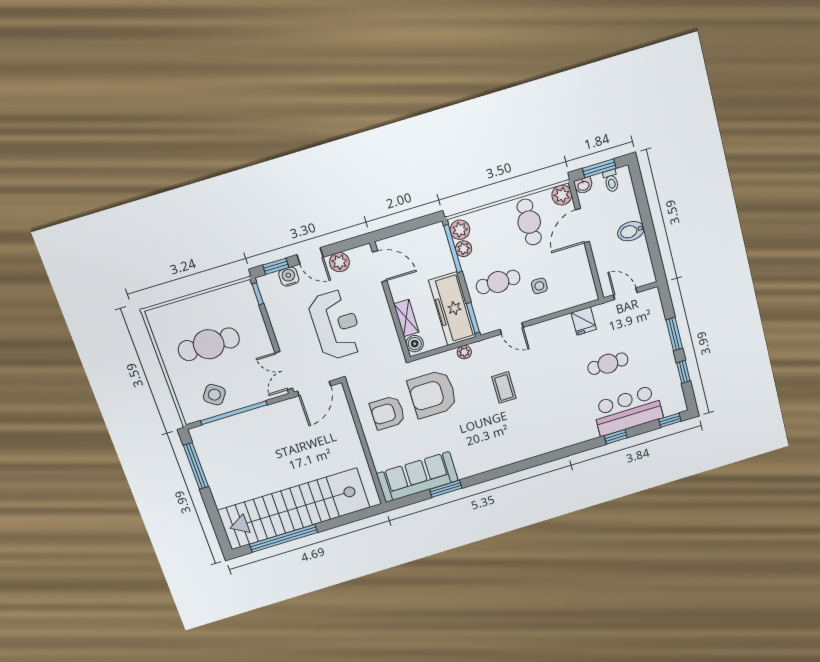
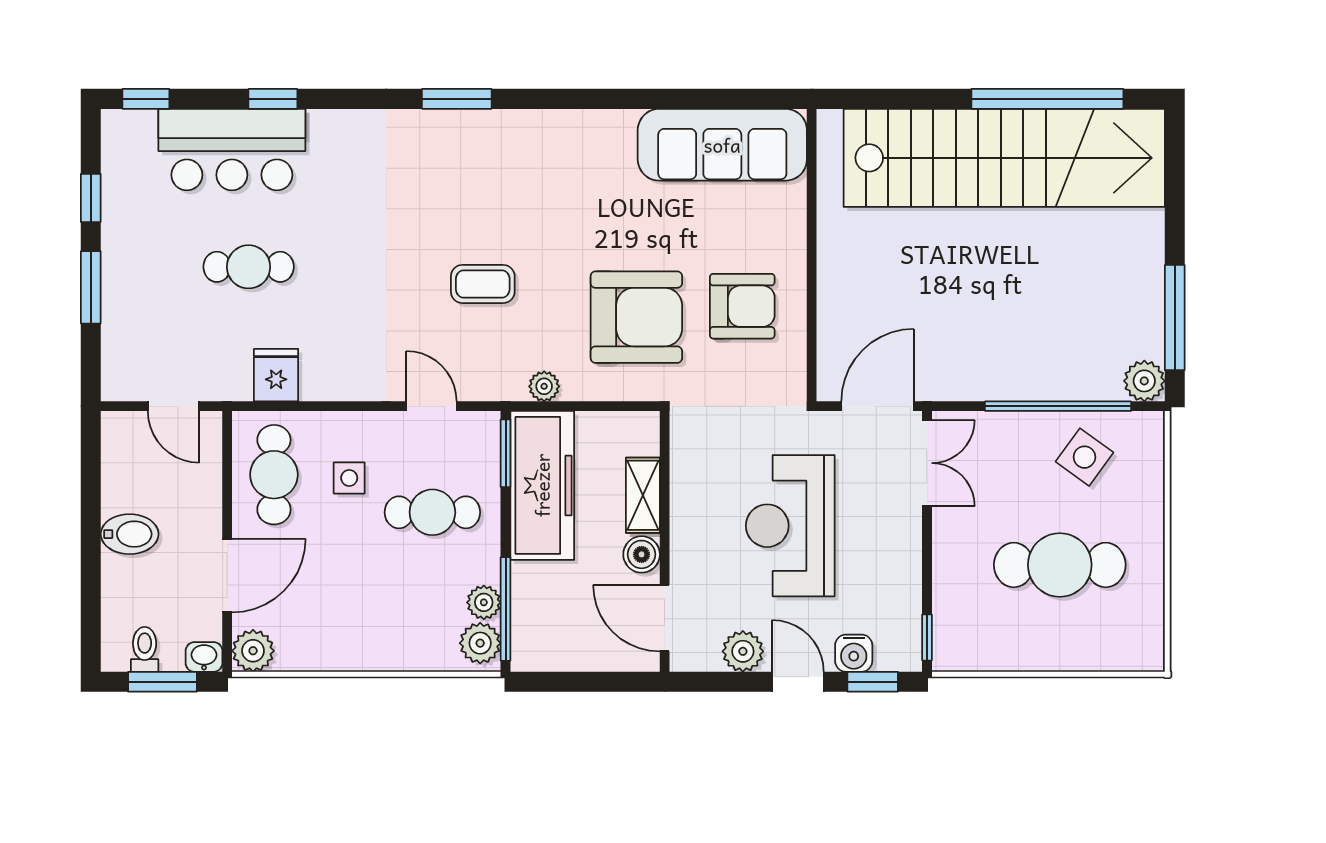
cafe table: (529, 222) -> (274, 475), moved
boiler: (415, 344) -> (642, 554), moved
coffee table: (504, 388) -> (483, 284), turned 90
plant: (200, 435) -> (1144, 381), added
window: (446, 489) -> (457, 99), moved

